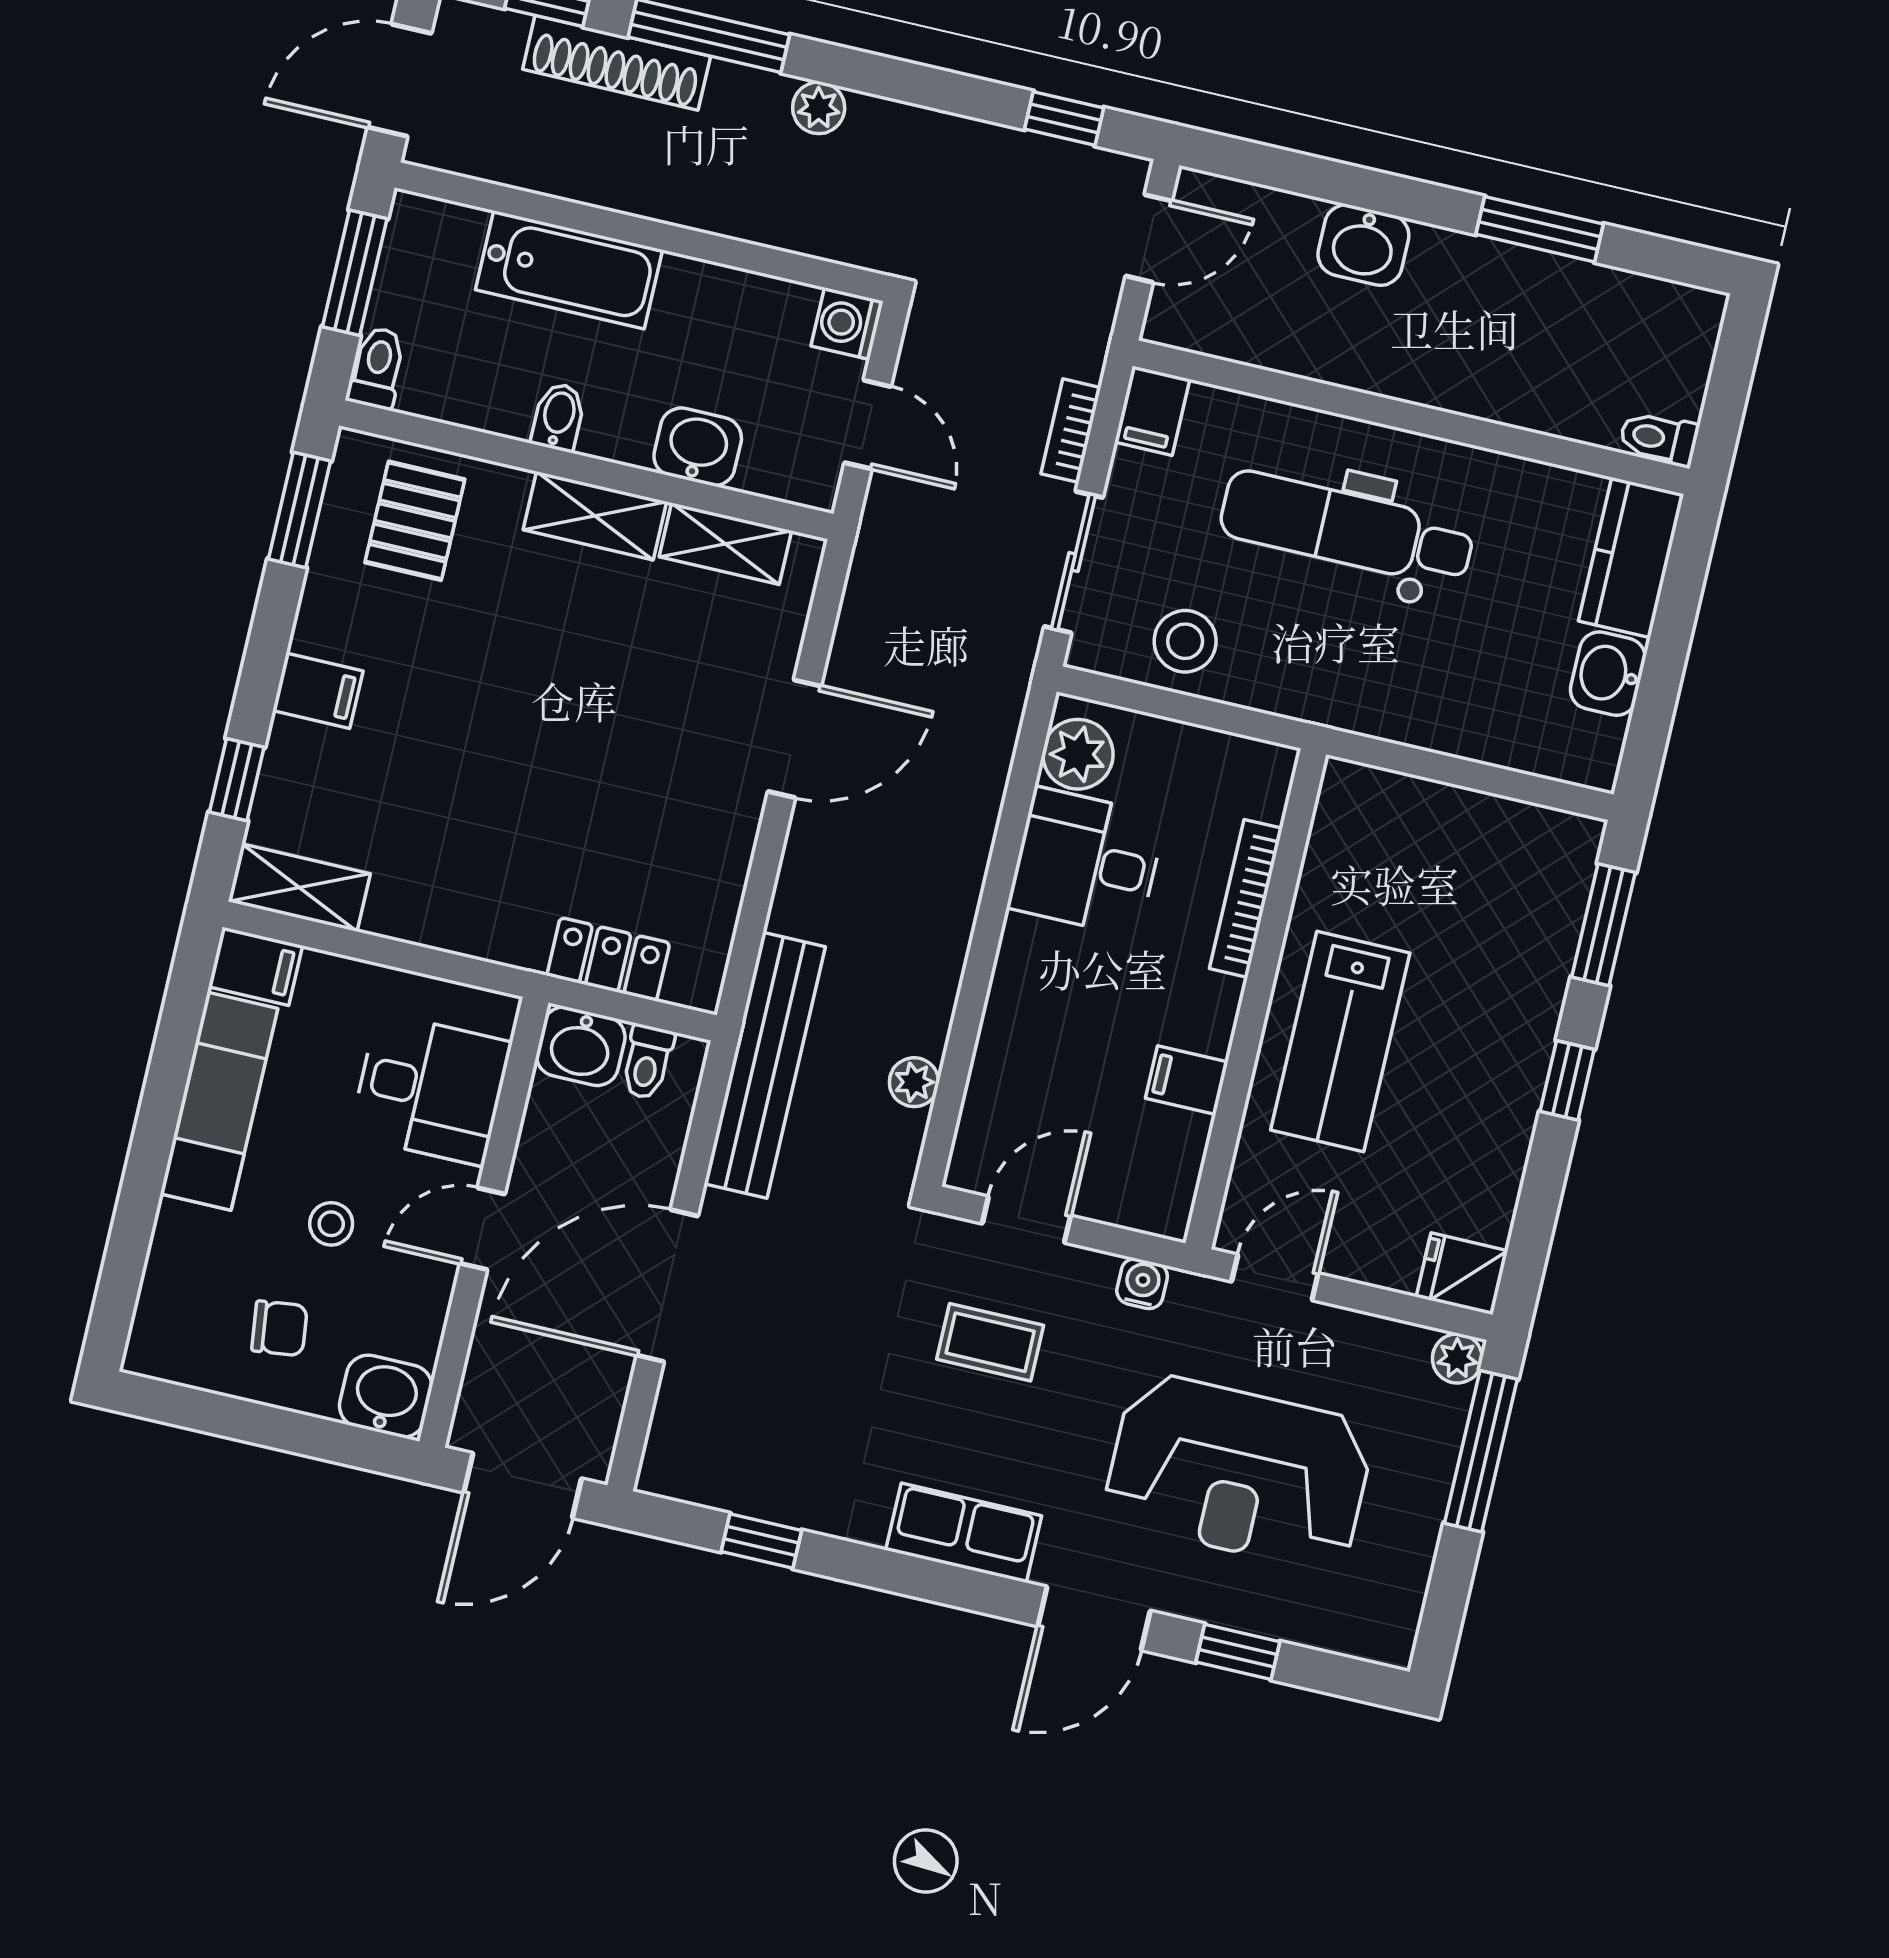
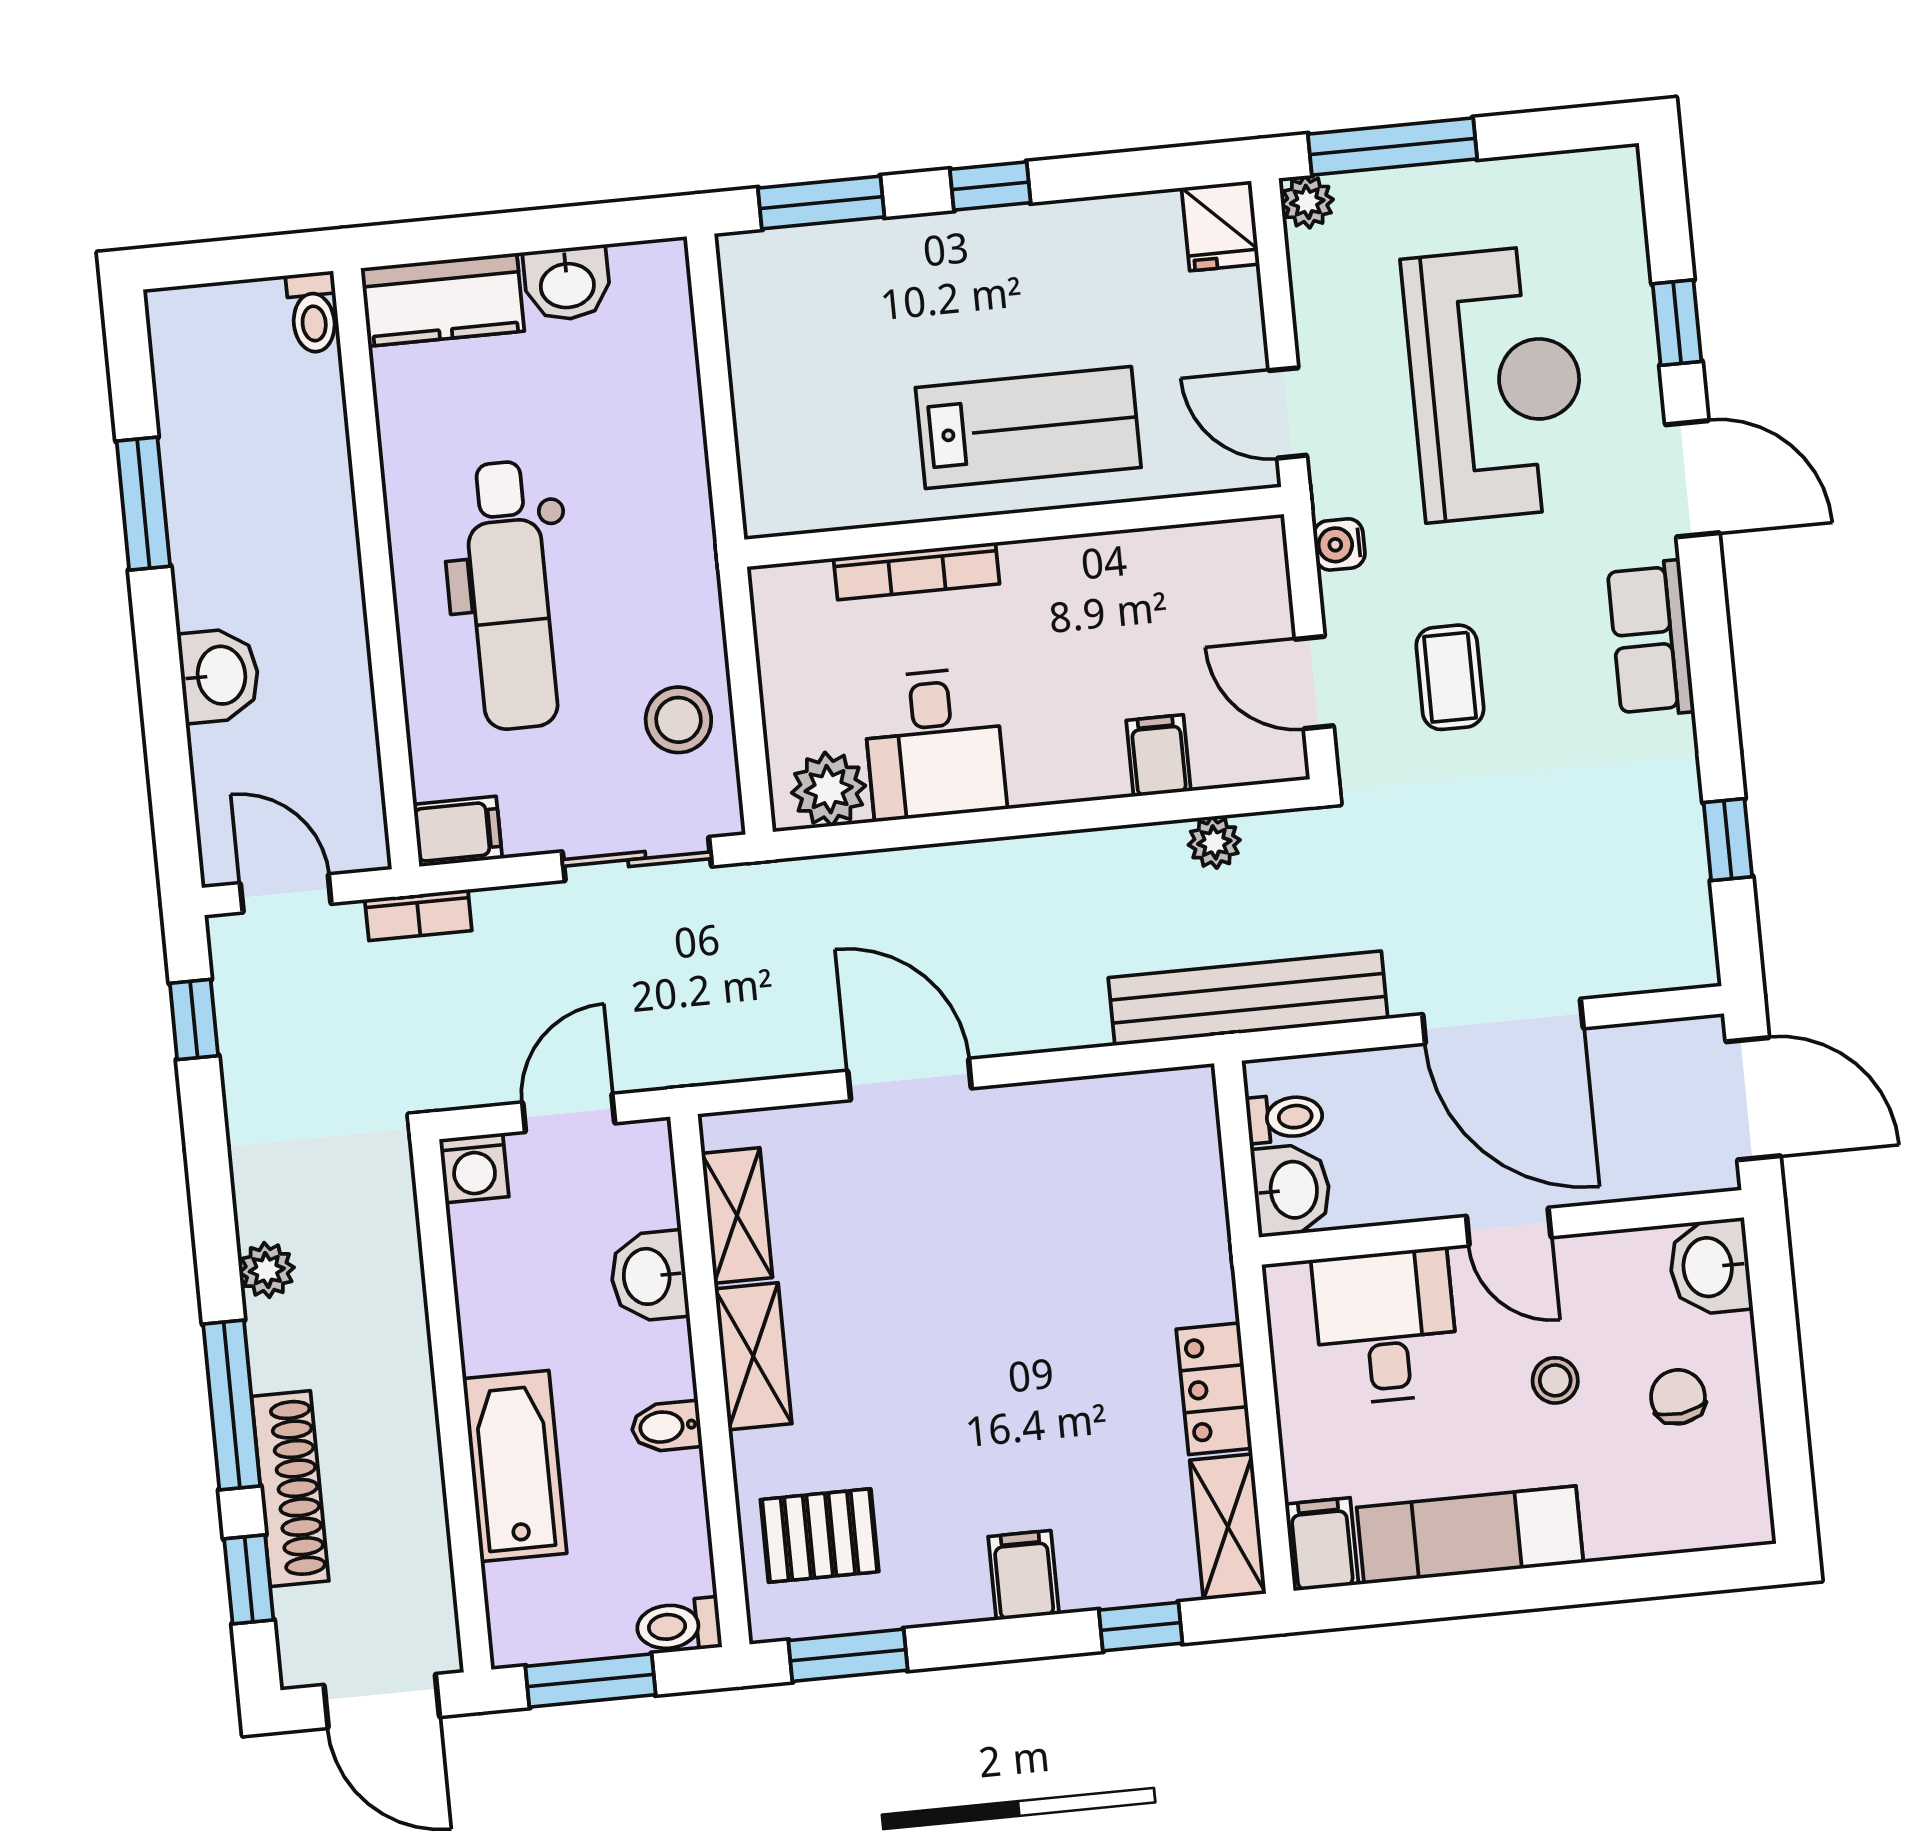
bookcase: (1071, 431) -> (418, 915), moved
locker: (608, 959) -> (1214, 1389), moved
filing cabinet: (1187, 1080) -> (1159, 756), moved, turned 180

